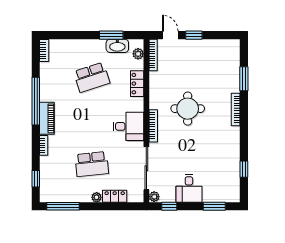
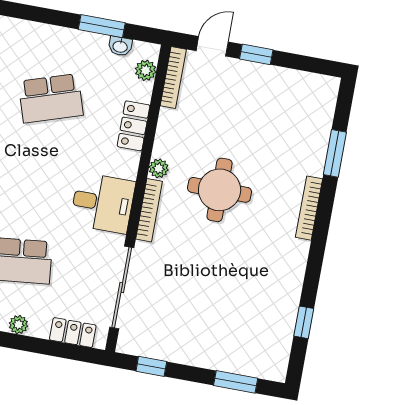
door: (170, 35) -> (212, 46), hinge flipped
washbasin: (117, 46) -> (120, 46), width x0.52, depth x0.69
desk: (189, 188) -> (194, 340), removed
locker: (115, 196) -> (73, 333), moved
plant: (154, 197) -> (159, 168), moved

